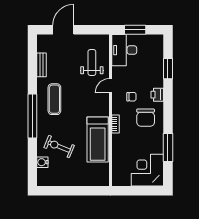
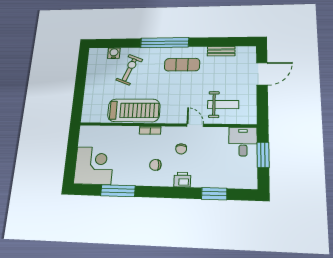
door: (63, 30) -> (262, 74), hinge flipped
desk: (124, 50) -> (243, 142), width x0.73
chair: (146, 118) -> (155, 165), width x0.54, depth x0.54
treadmill: (98, 140) -> (134, 110), turned 180

